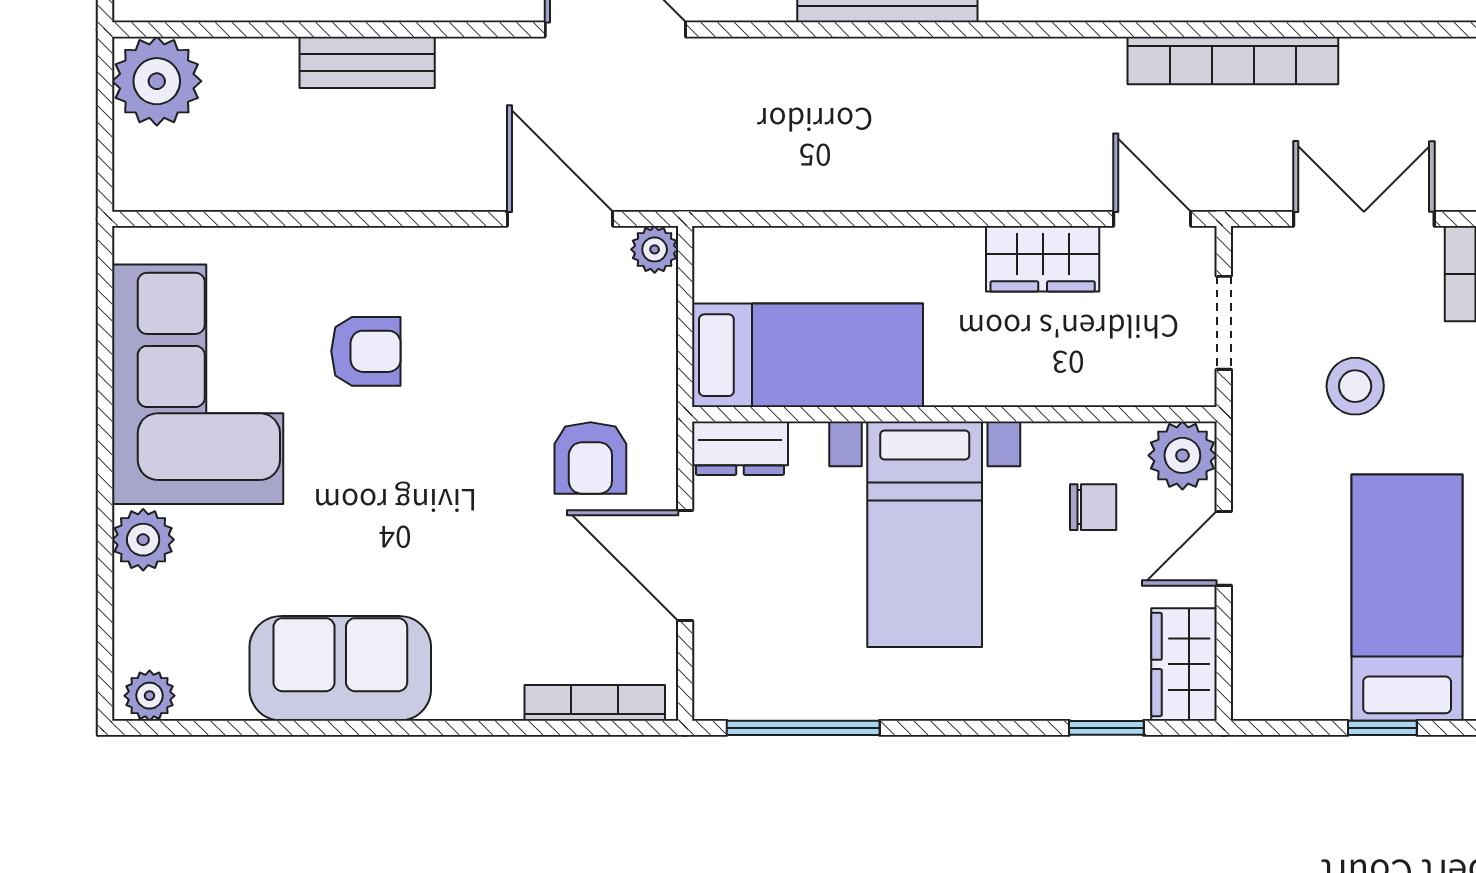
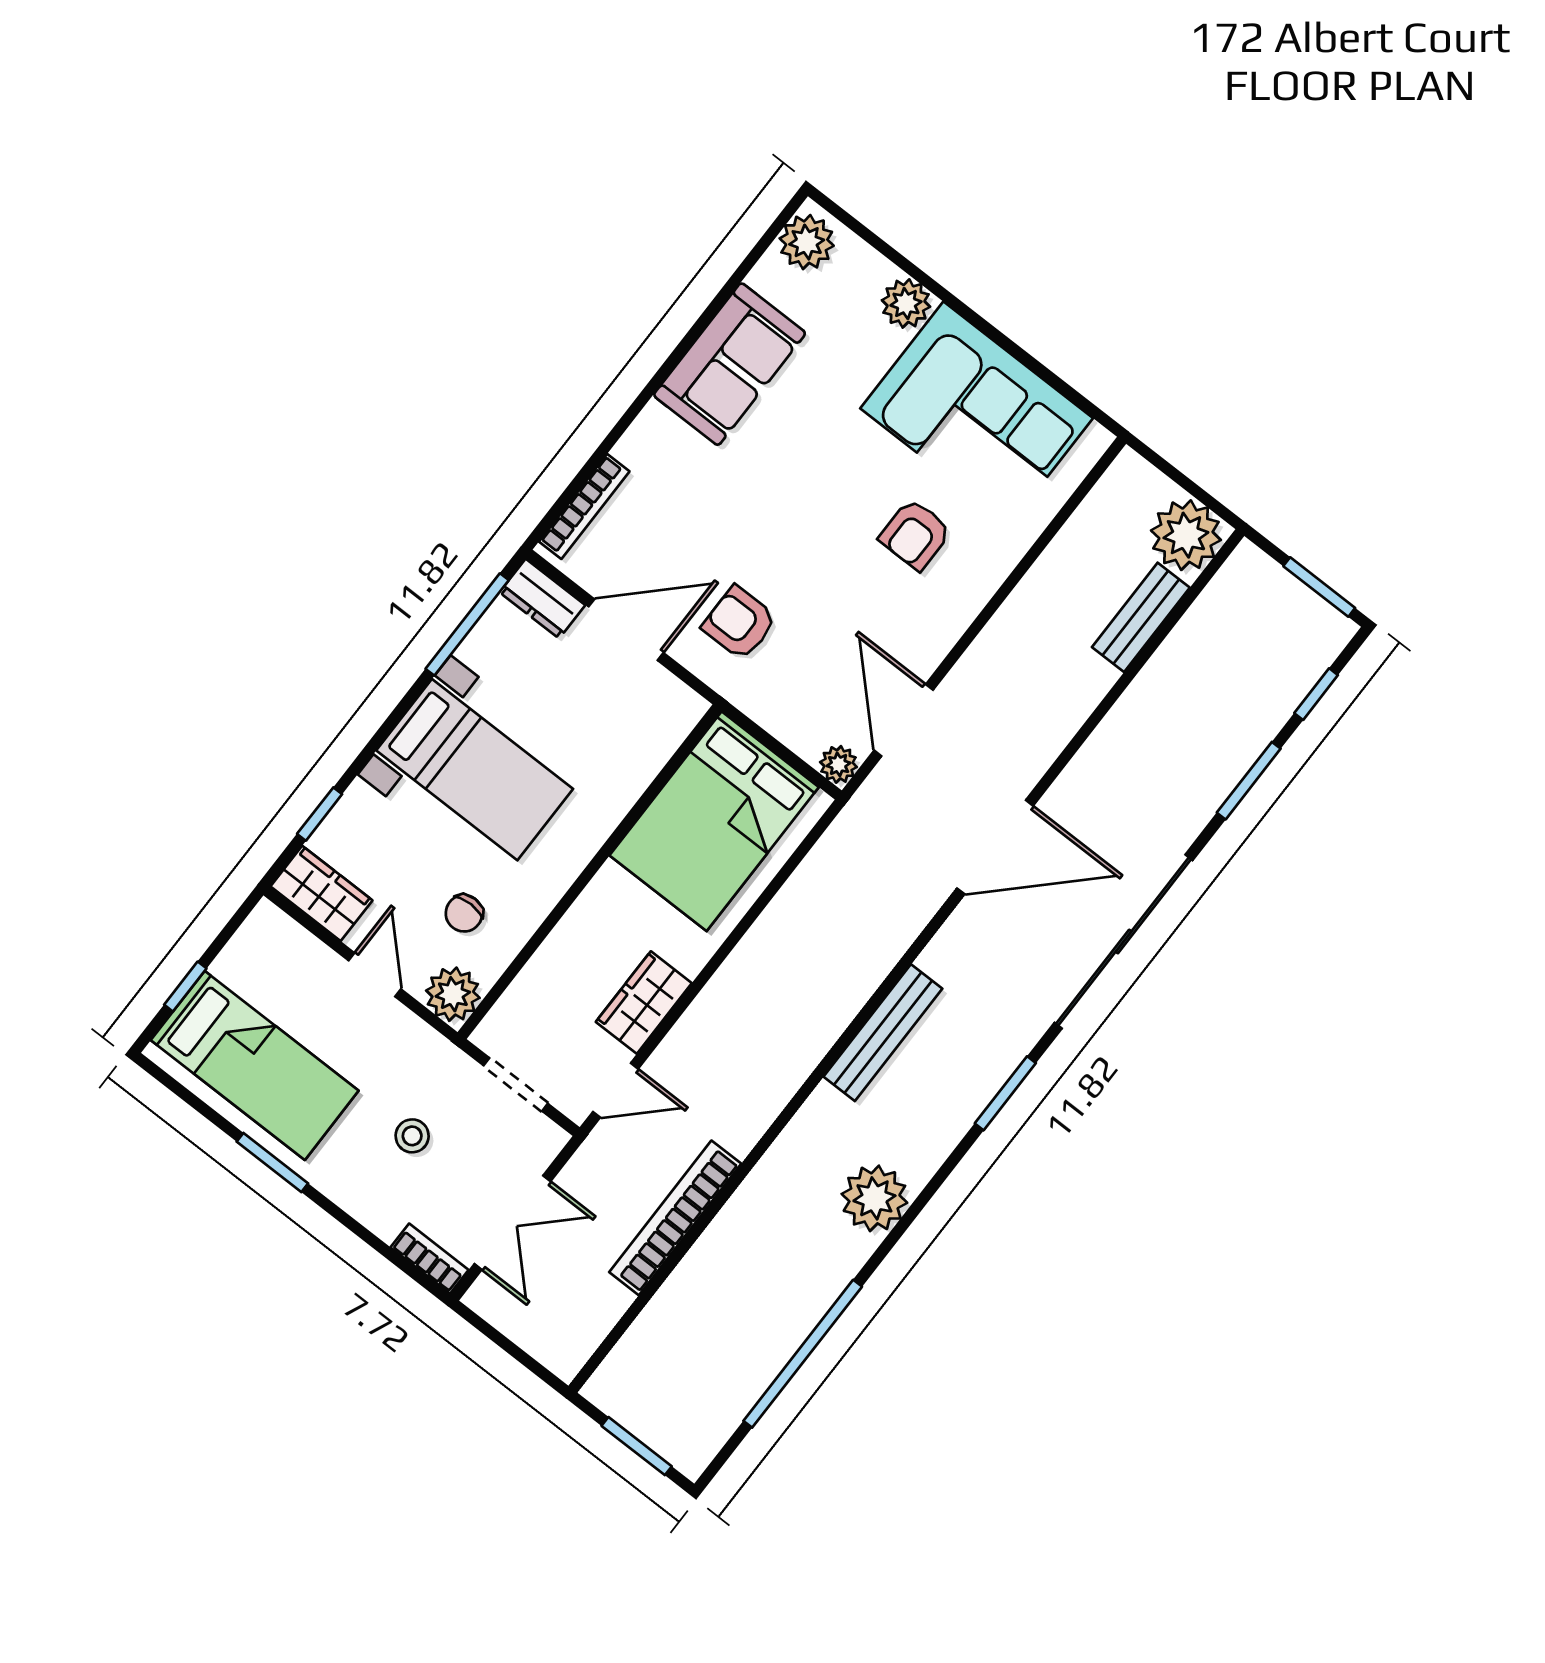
bench: (367, 62) -> (1141, 617), moved
door: (560, 219) -> (904, 720), swing flipped
bed: (808, 355) -> (714, 821), width x1.50
stool: (1355, 386) -> (412, 1136), width x0.73, depth x0.73
dresser: (740, 448) -> (542, 599), moved, turned -90
bed with nightstands: (925, 534) -> (475, 770), moved, turned 180
plant: (150, 696) -> (807, 242), width x1.38, depth x1.38

